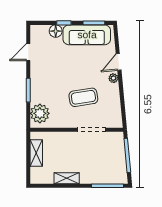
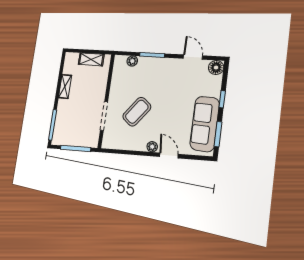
floor lamp: (56, 31) -> (216, 67), moved
coffee table: (83, 97) -> (137, 112), turned 46
plant: (40, 113) -> (132, 61), width x0.53, depth x0.53

